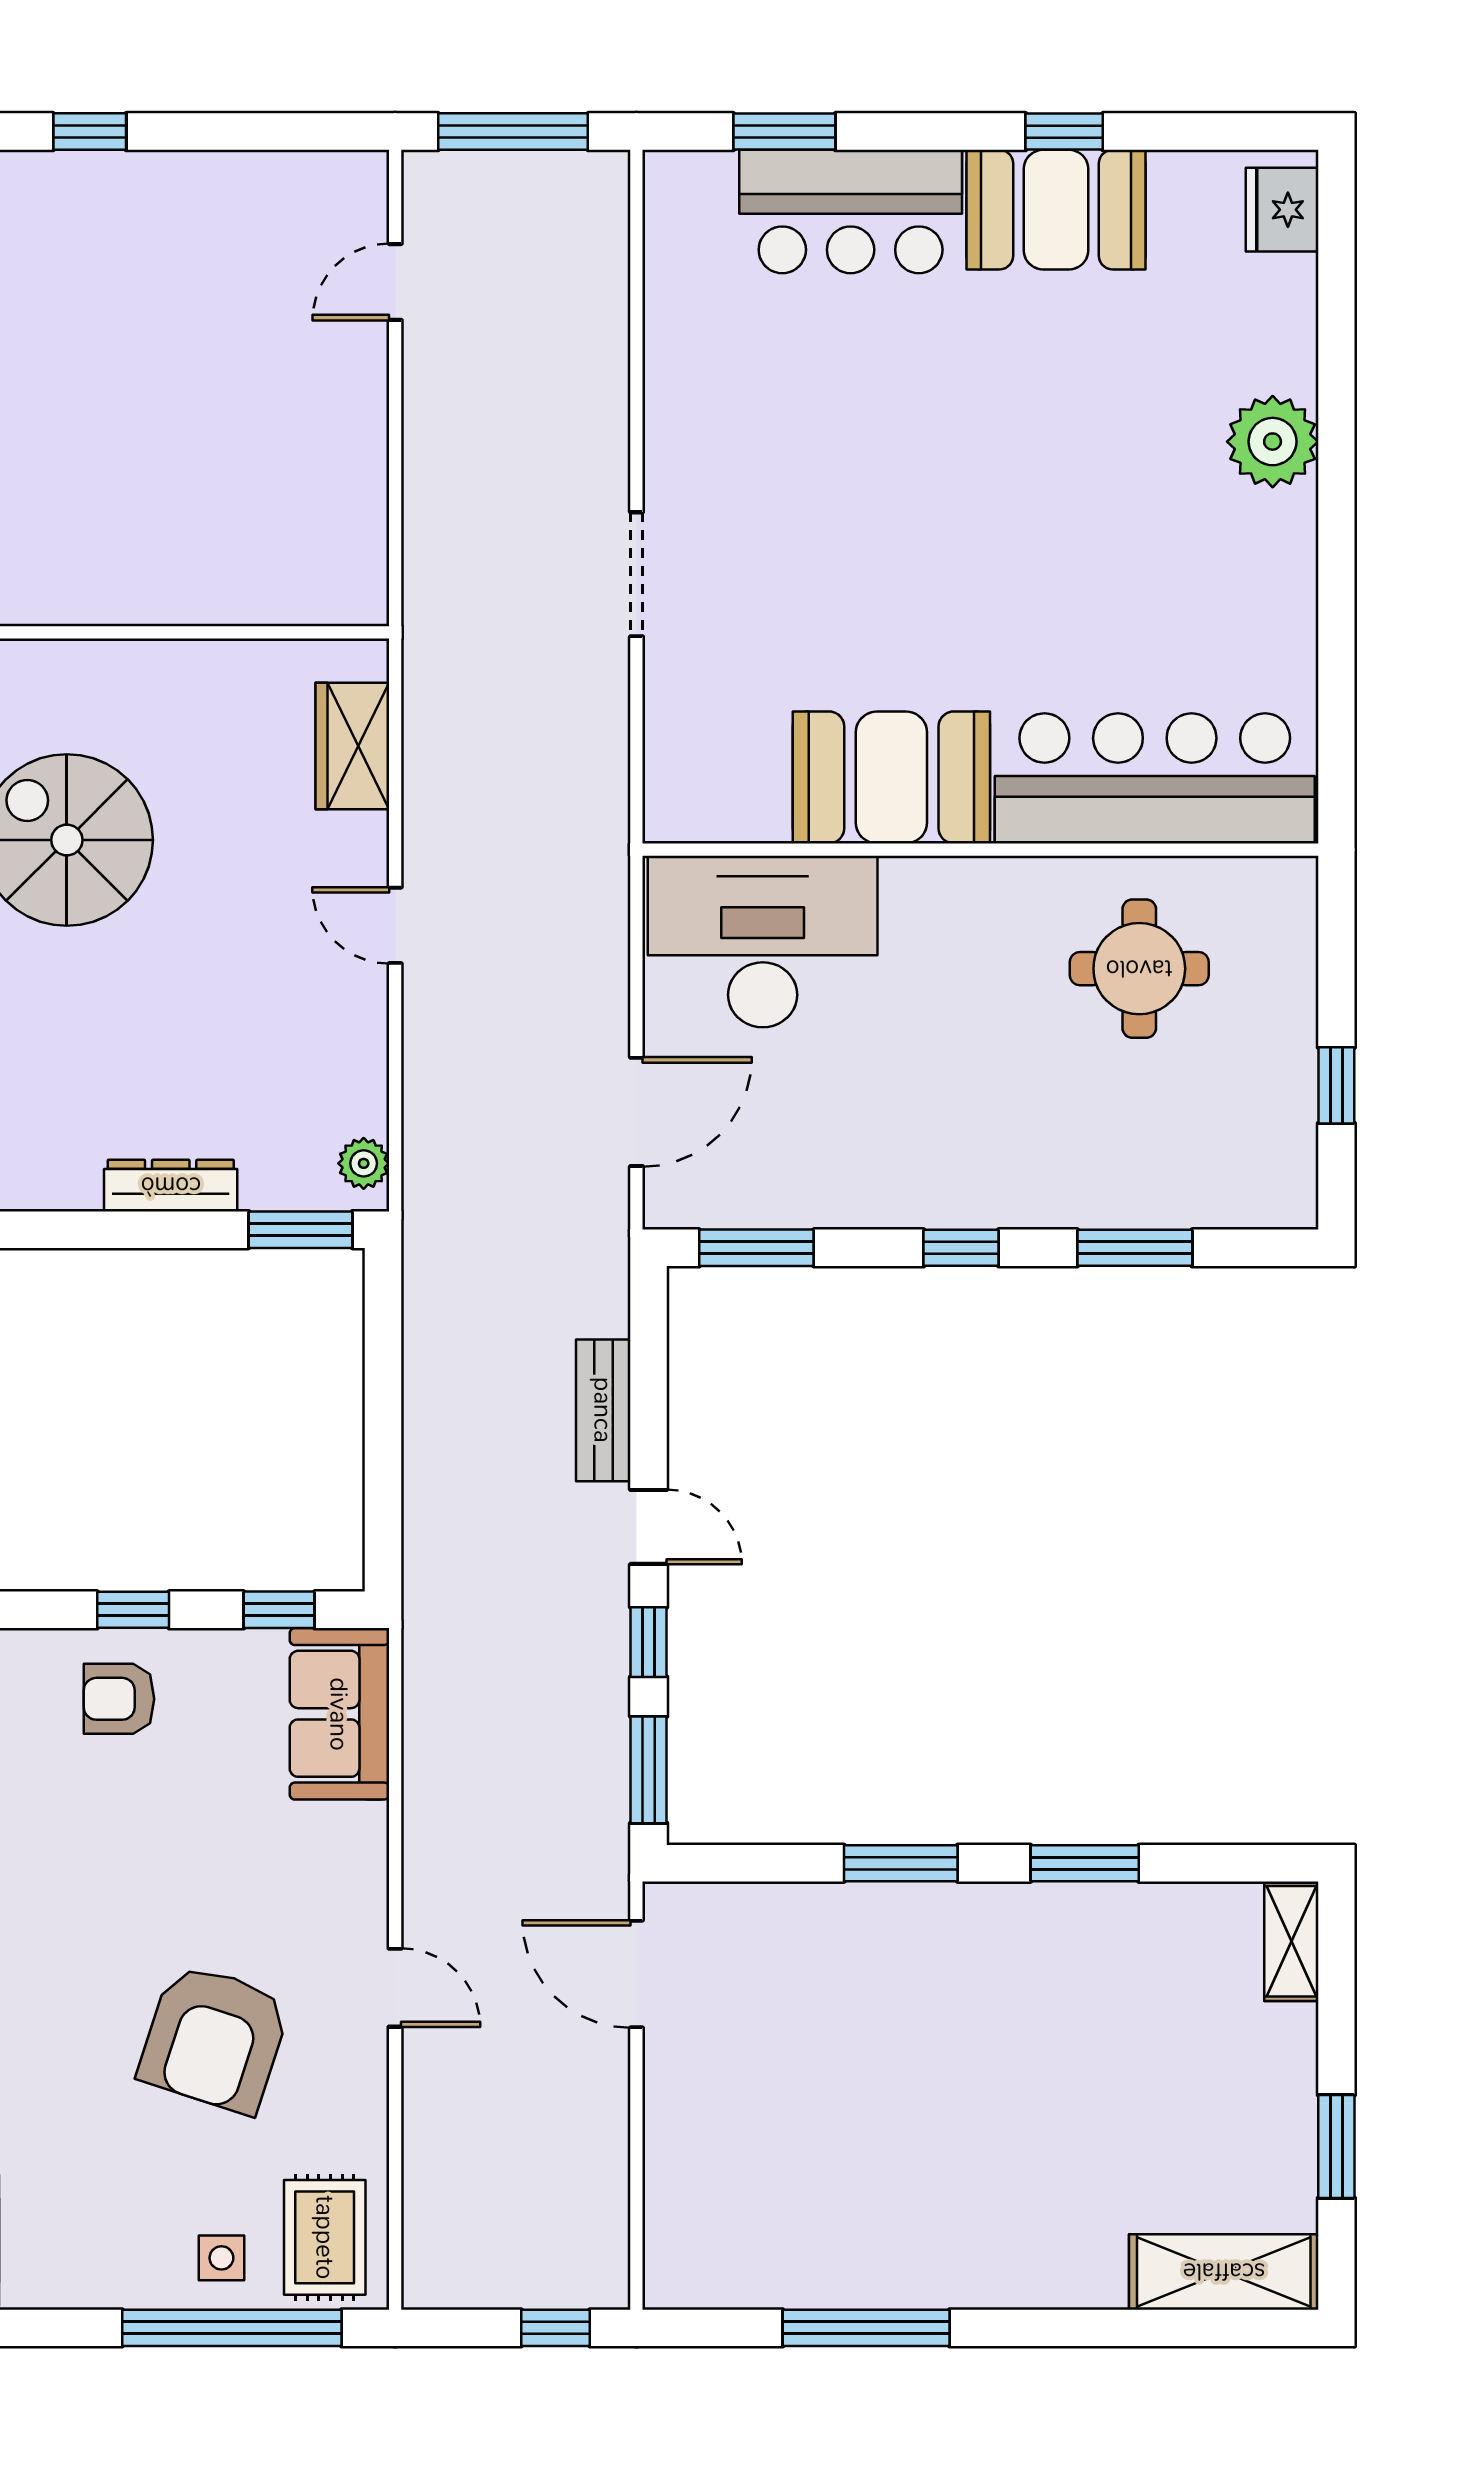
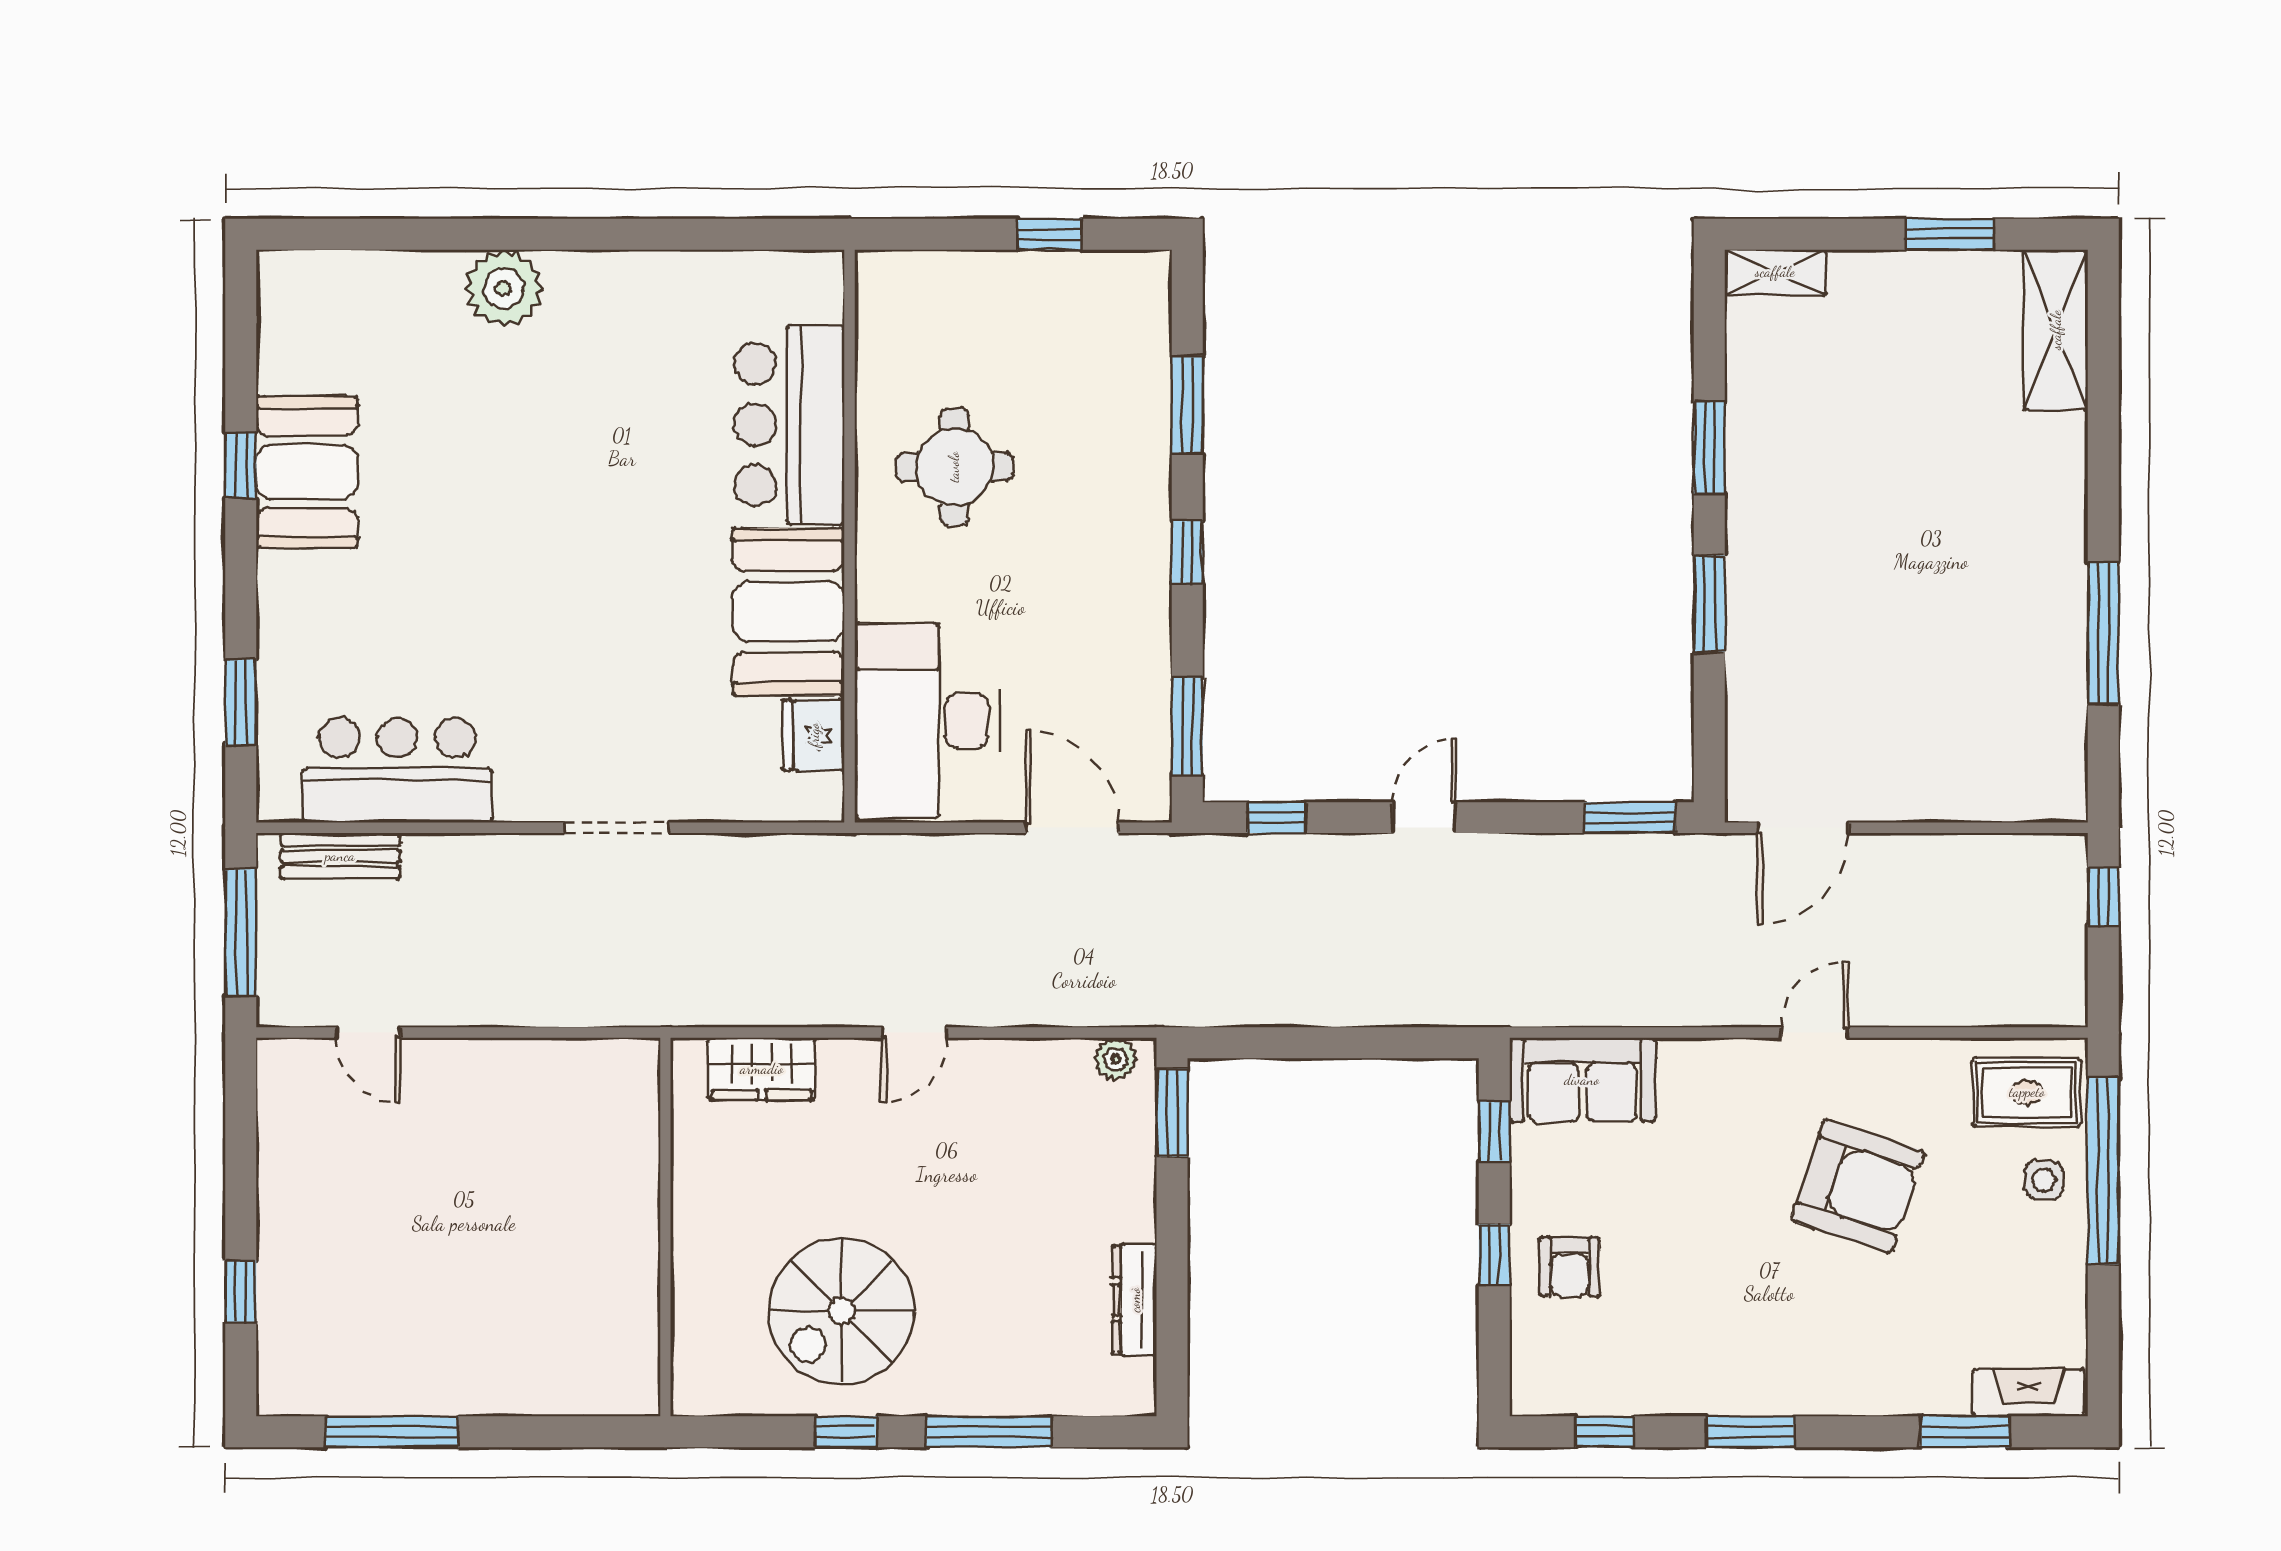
fridge: (1282, 210) -> (814, 735), moved, turned 90
bar counter: (851, 211) -> (397, 770), moved, turned -90
bar counter: (1155, 778) -> (789, 425), width x0.73
round table: (1139, 969) -> (954, 467), moved
dresser: (171, 1186) -> (1135, 1300), moved
bench: (603, 1410) -> (340, 856), moved
window: (649, 1642) -> (1276, 818), moved

